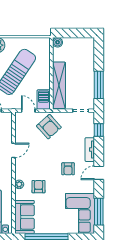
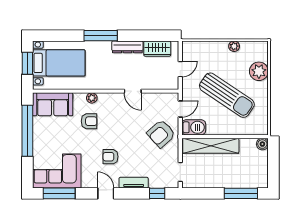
window: (99, 85) -> (241, 193), moved

